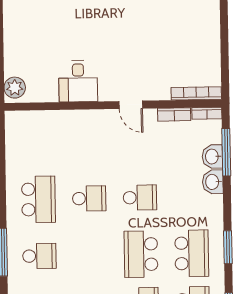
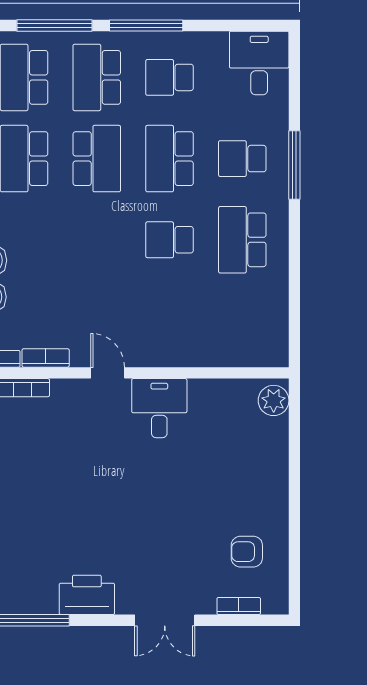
desk: (78, 81) -> (159, 408), moved
school desk: (140, 198) -> (170, 159), moved, width x1.85

